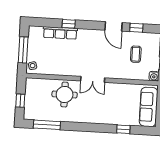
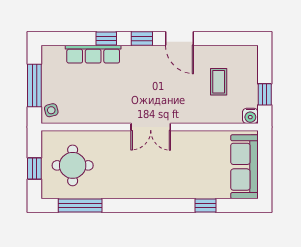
window: (136, 28) -> (142, 39), moved
round table: (65, 95) -> (73, 165), moved

